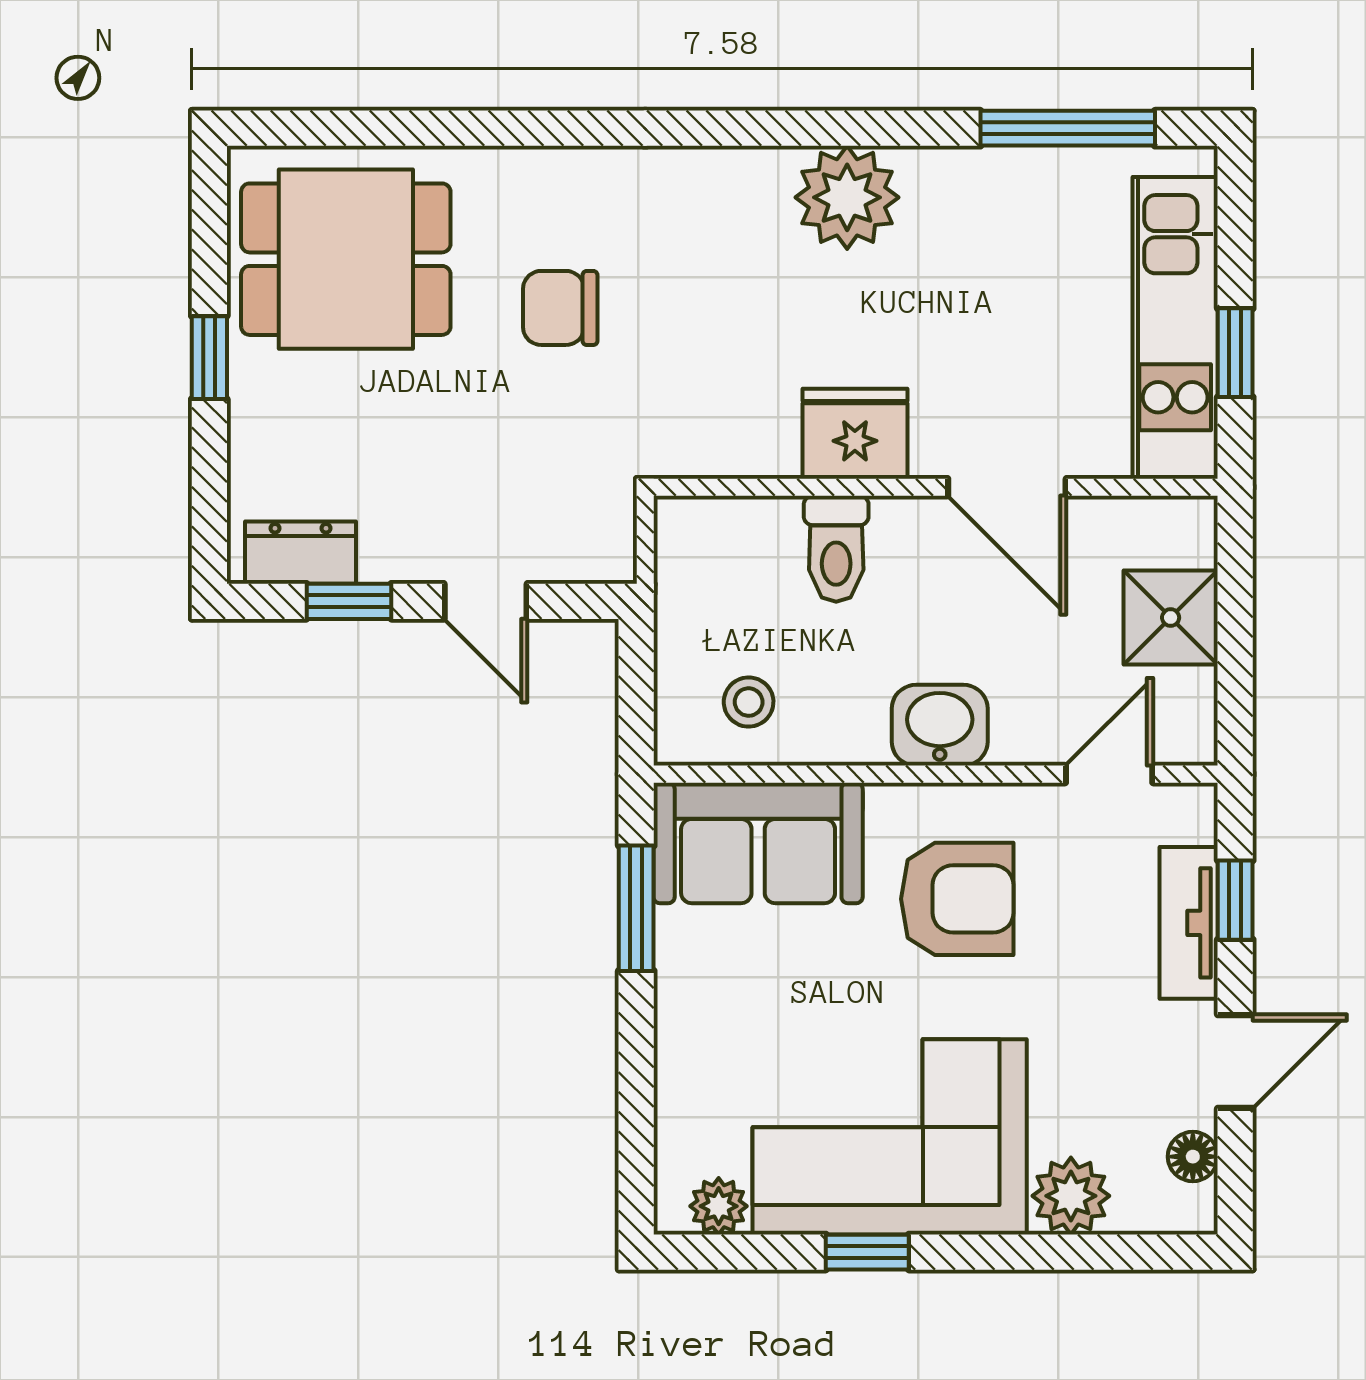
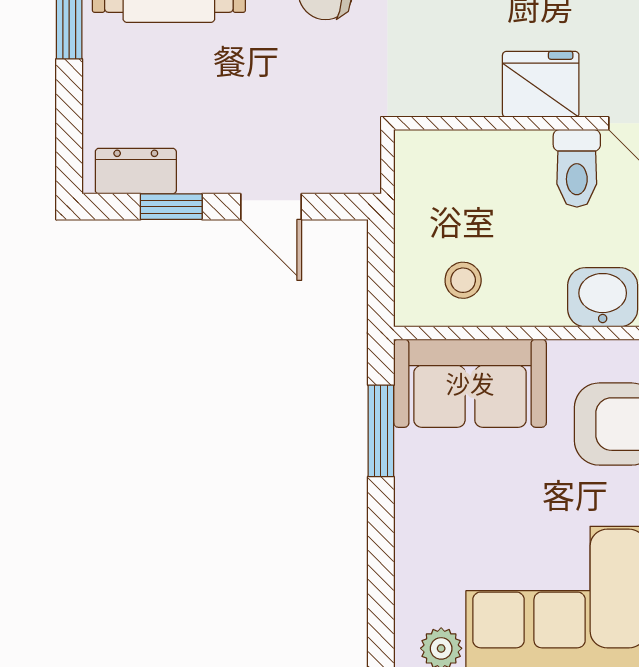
toilet: (836, 549) -> (577, 168), moved

